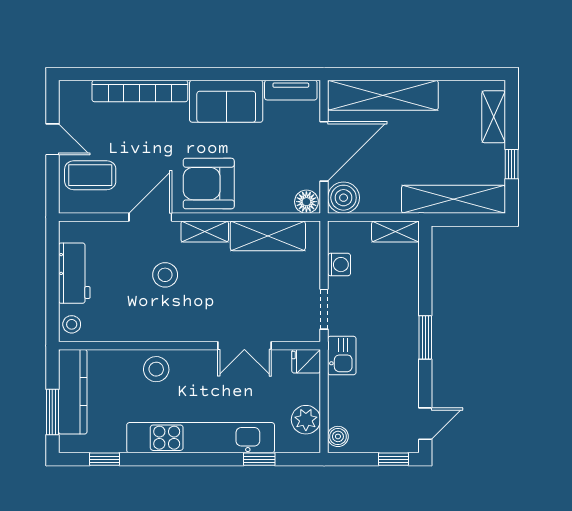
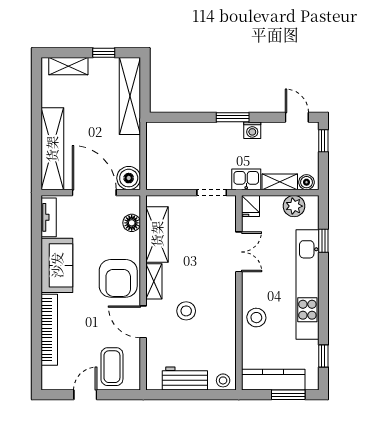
floor lamp: (306, 202) -> (132, 223), moved
shelving: (395, 232) -> (280, 182), moved, turned 90
washing machine: (339, 265) -> (252, 130), moved, turned 180

